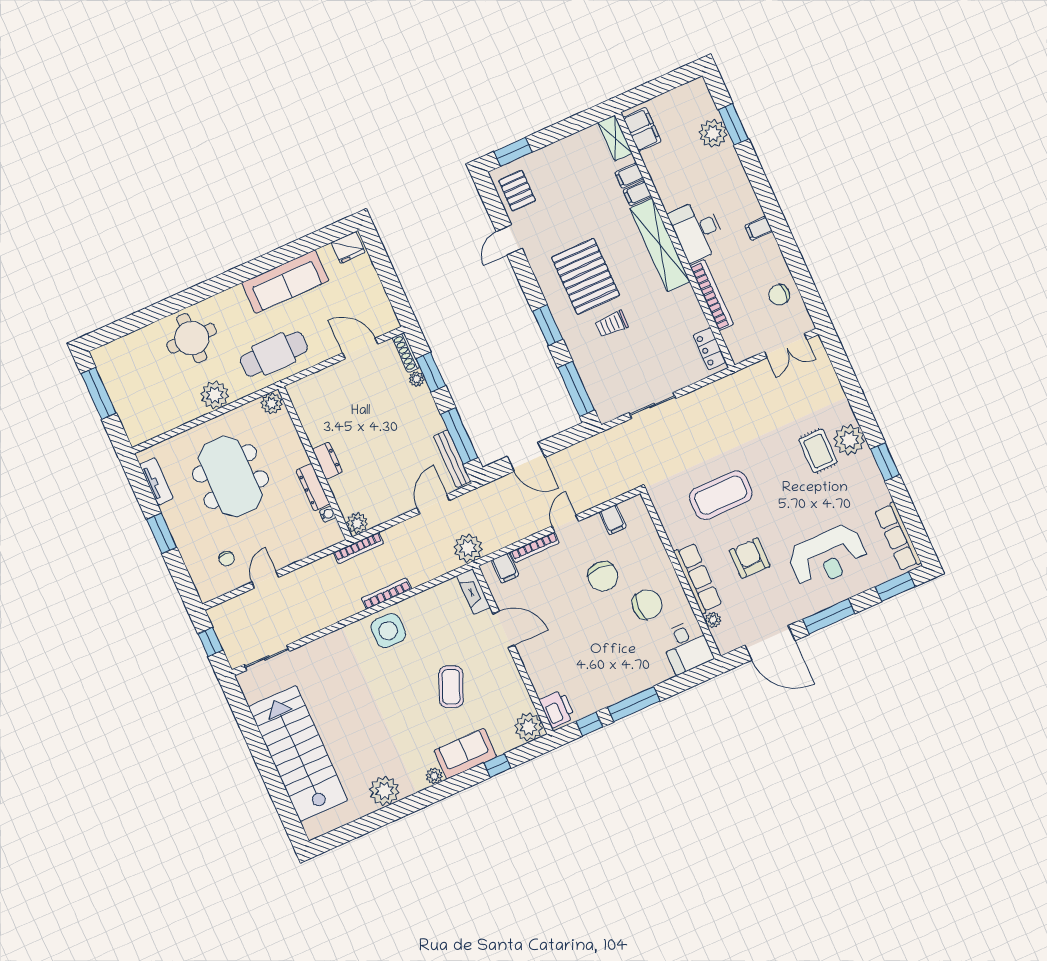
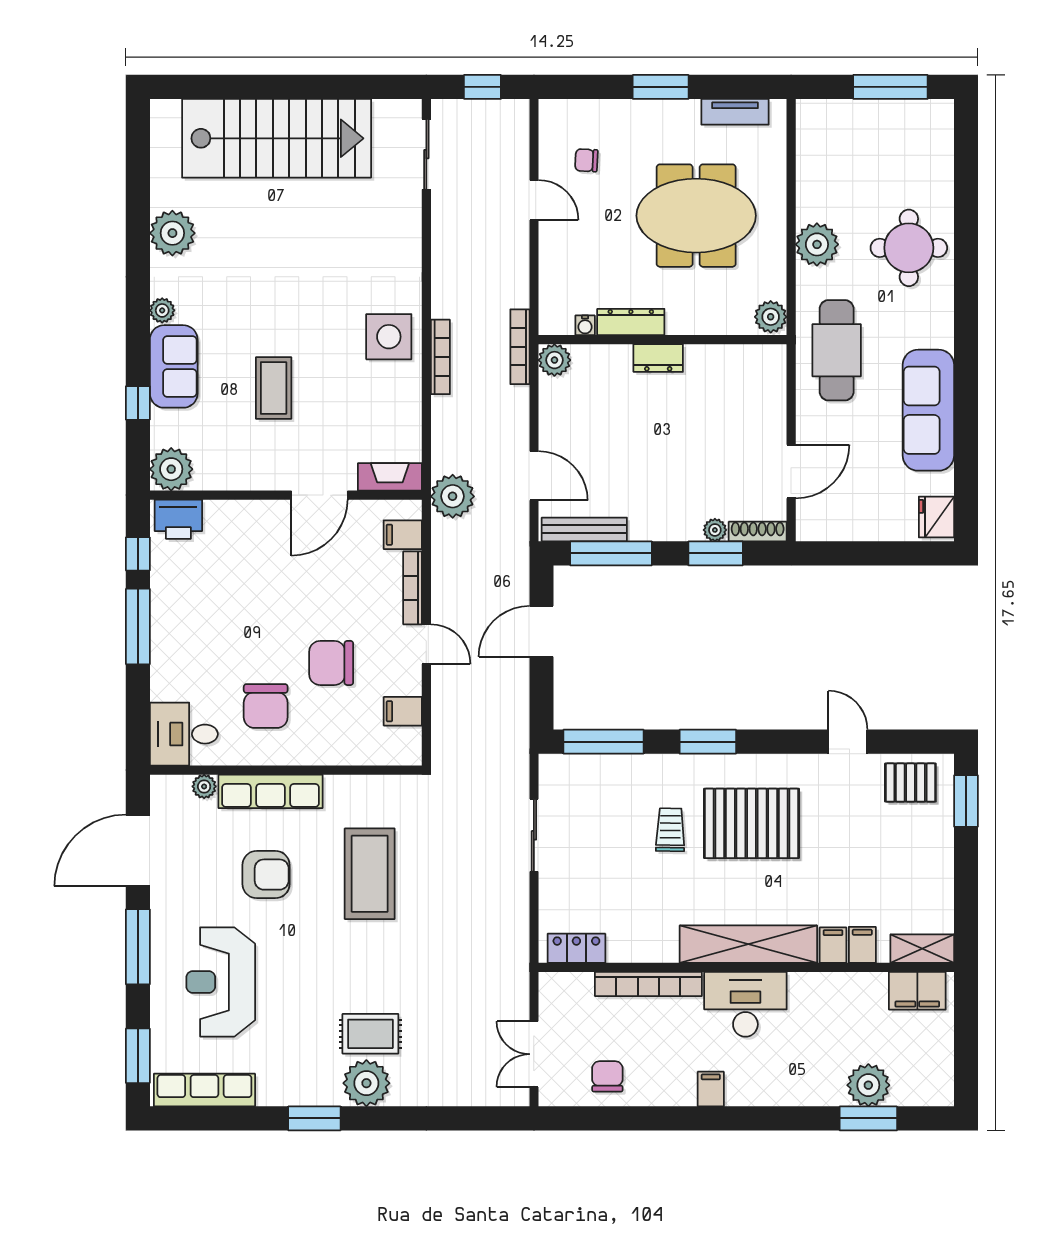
coffee table: (451, 687) -> (274, 388), turned 67

